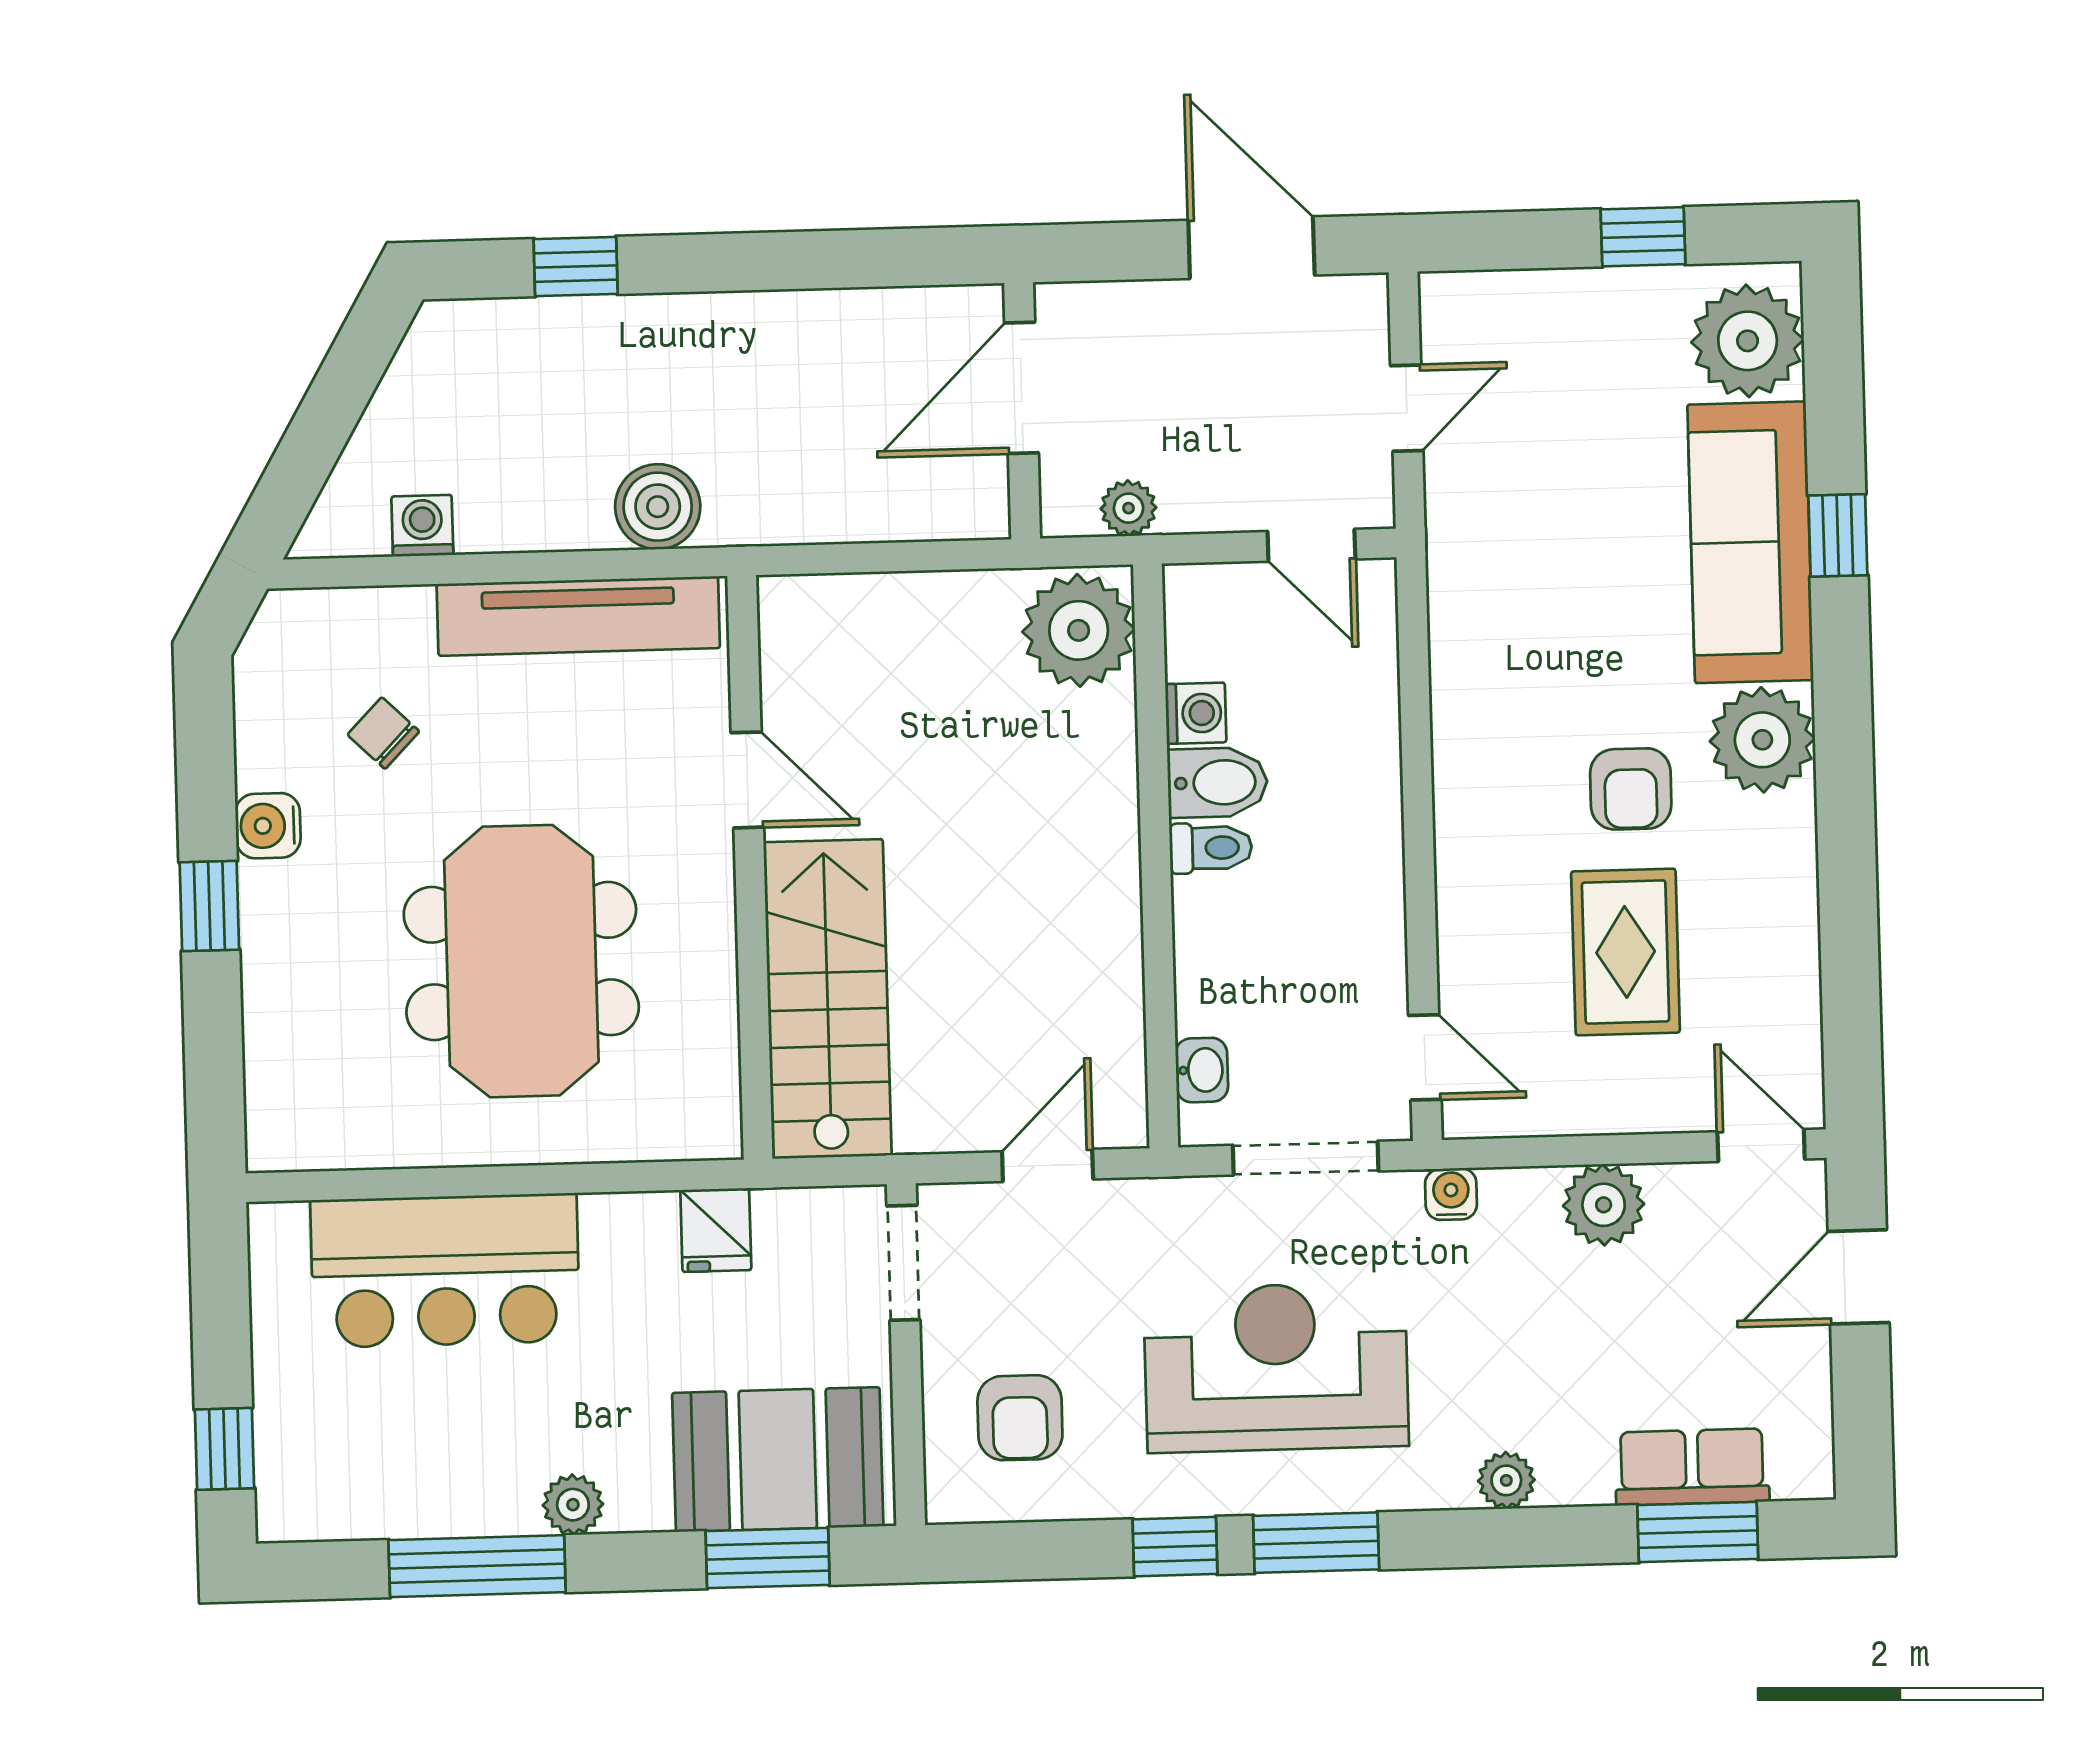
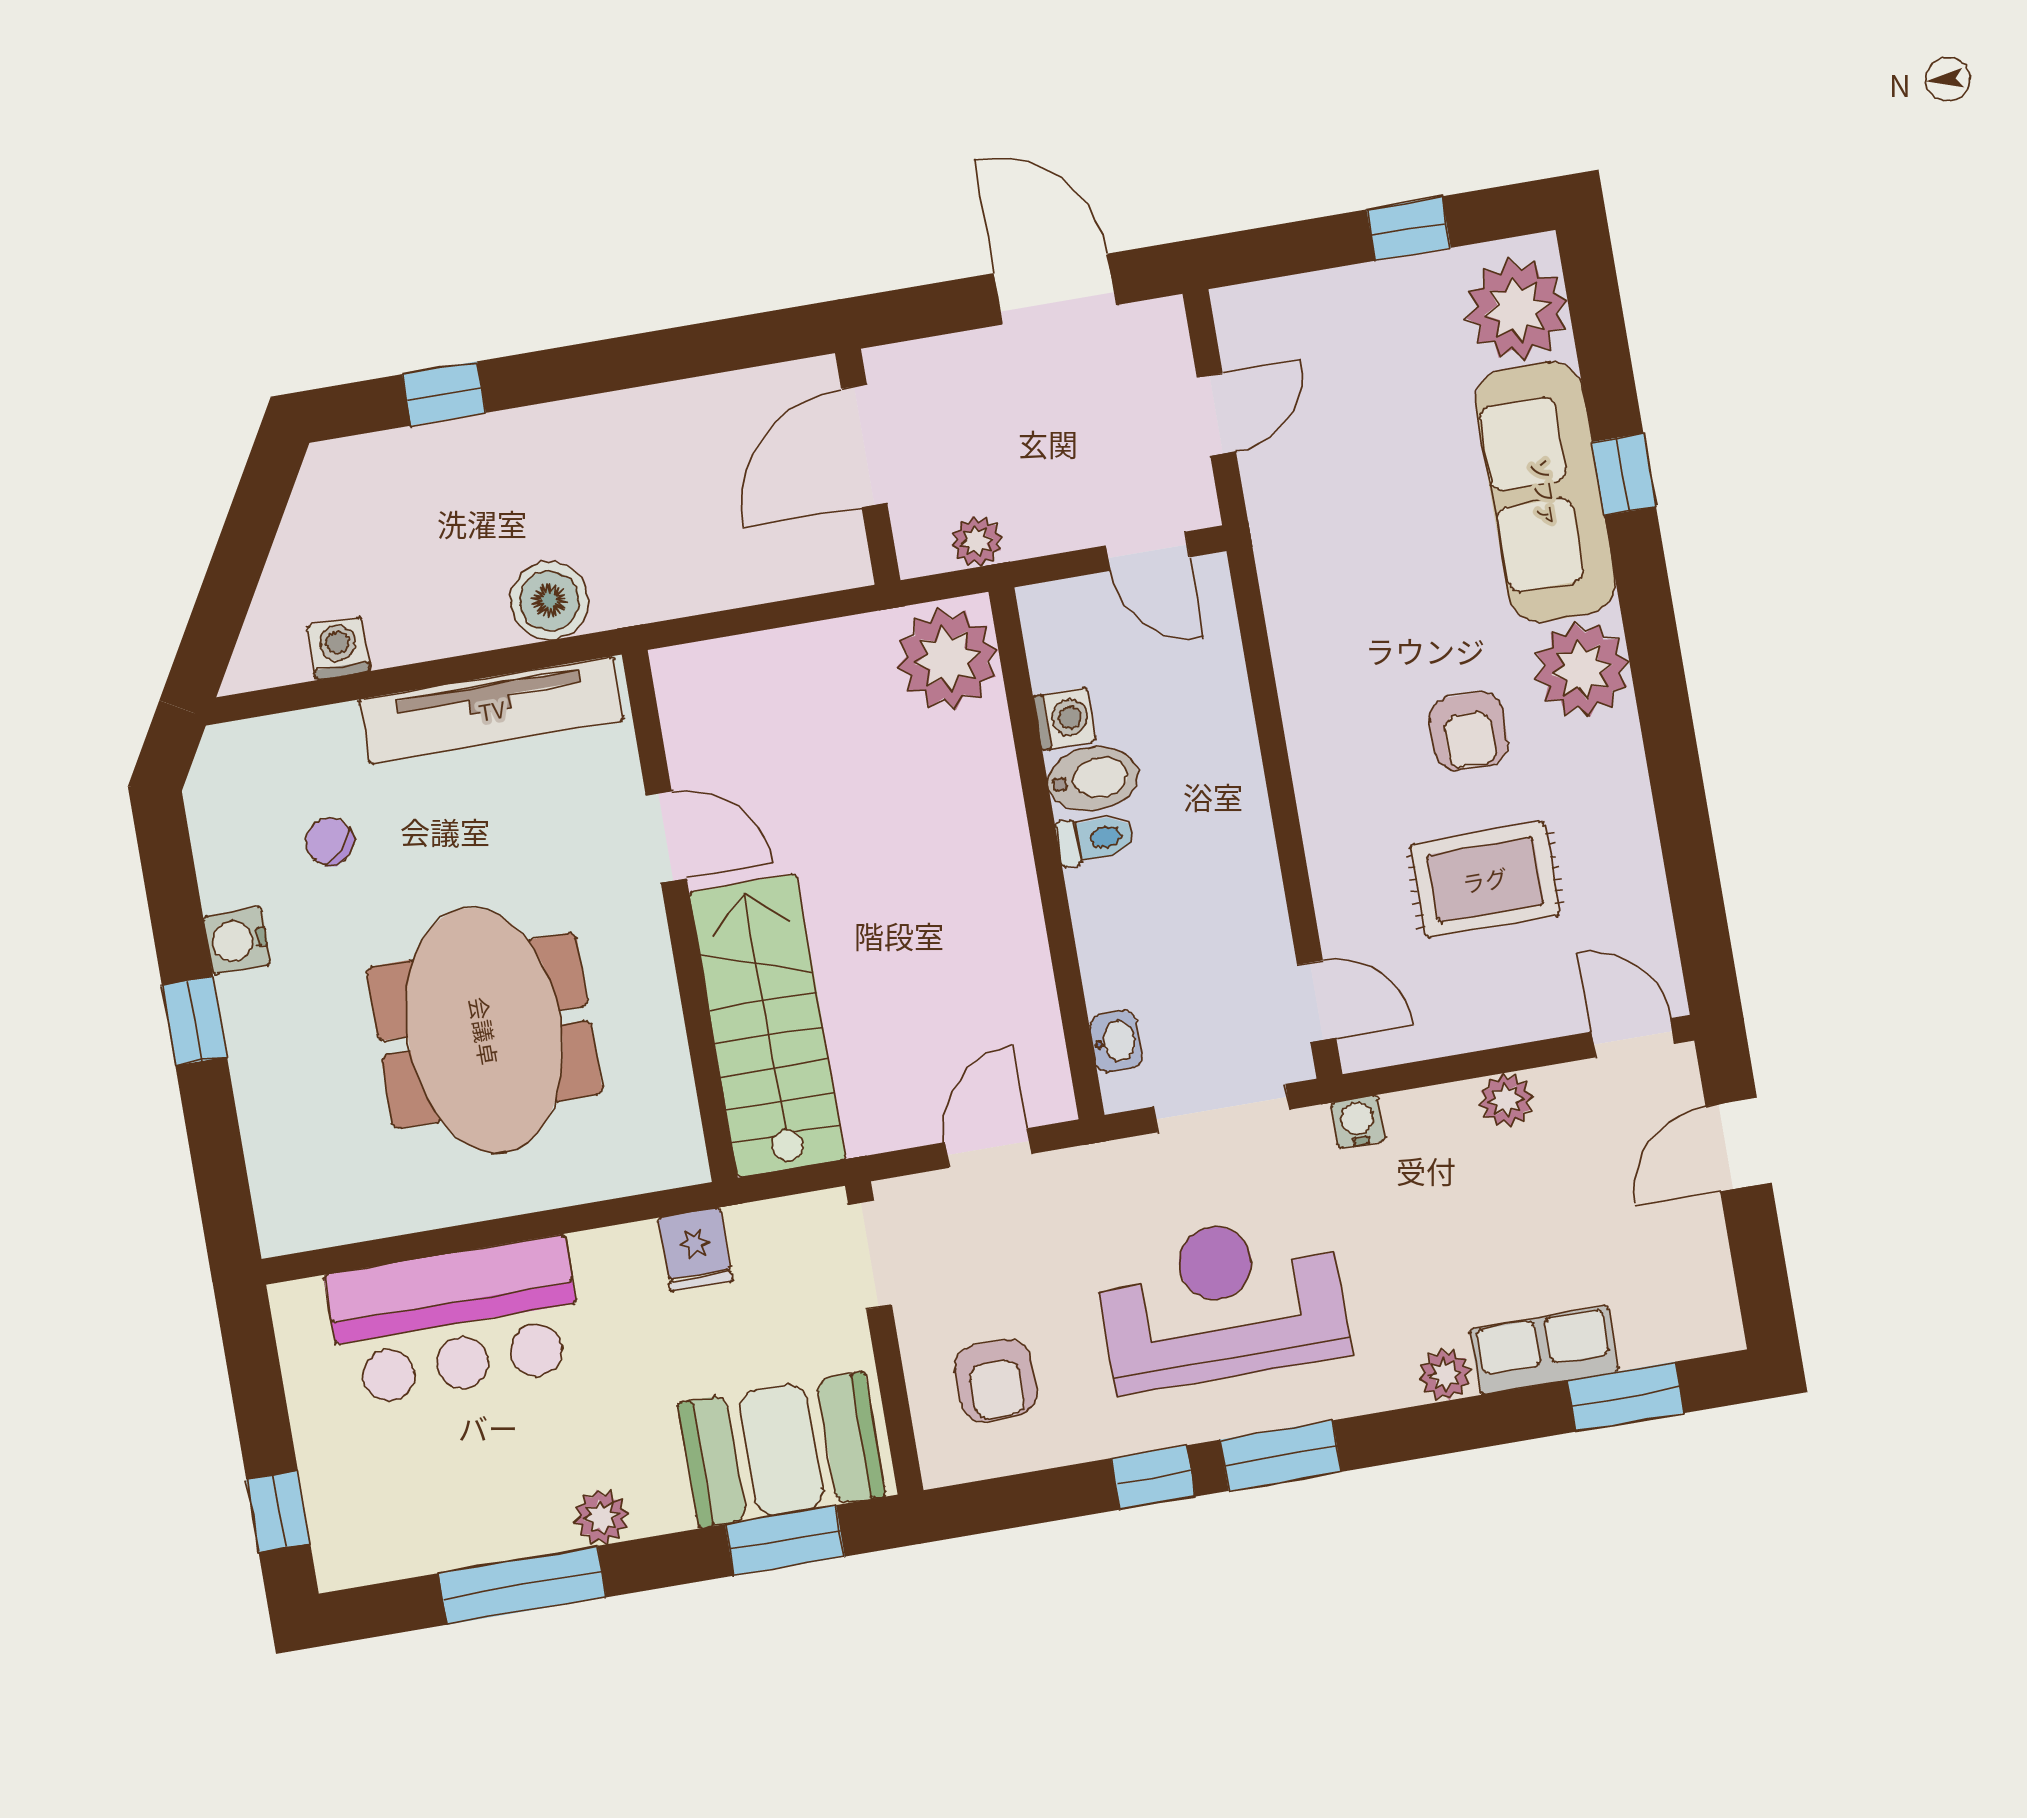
rug: (1626, 952) -> (1485, 880), turned 90
plant: (1604, 1205) -> (1506, 1100), width x0.73, depth x0.73
row of seats: (1692, 1467) -> (1544, 1350), moved

